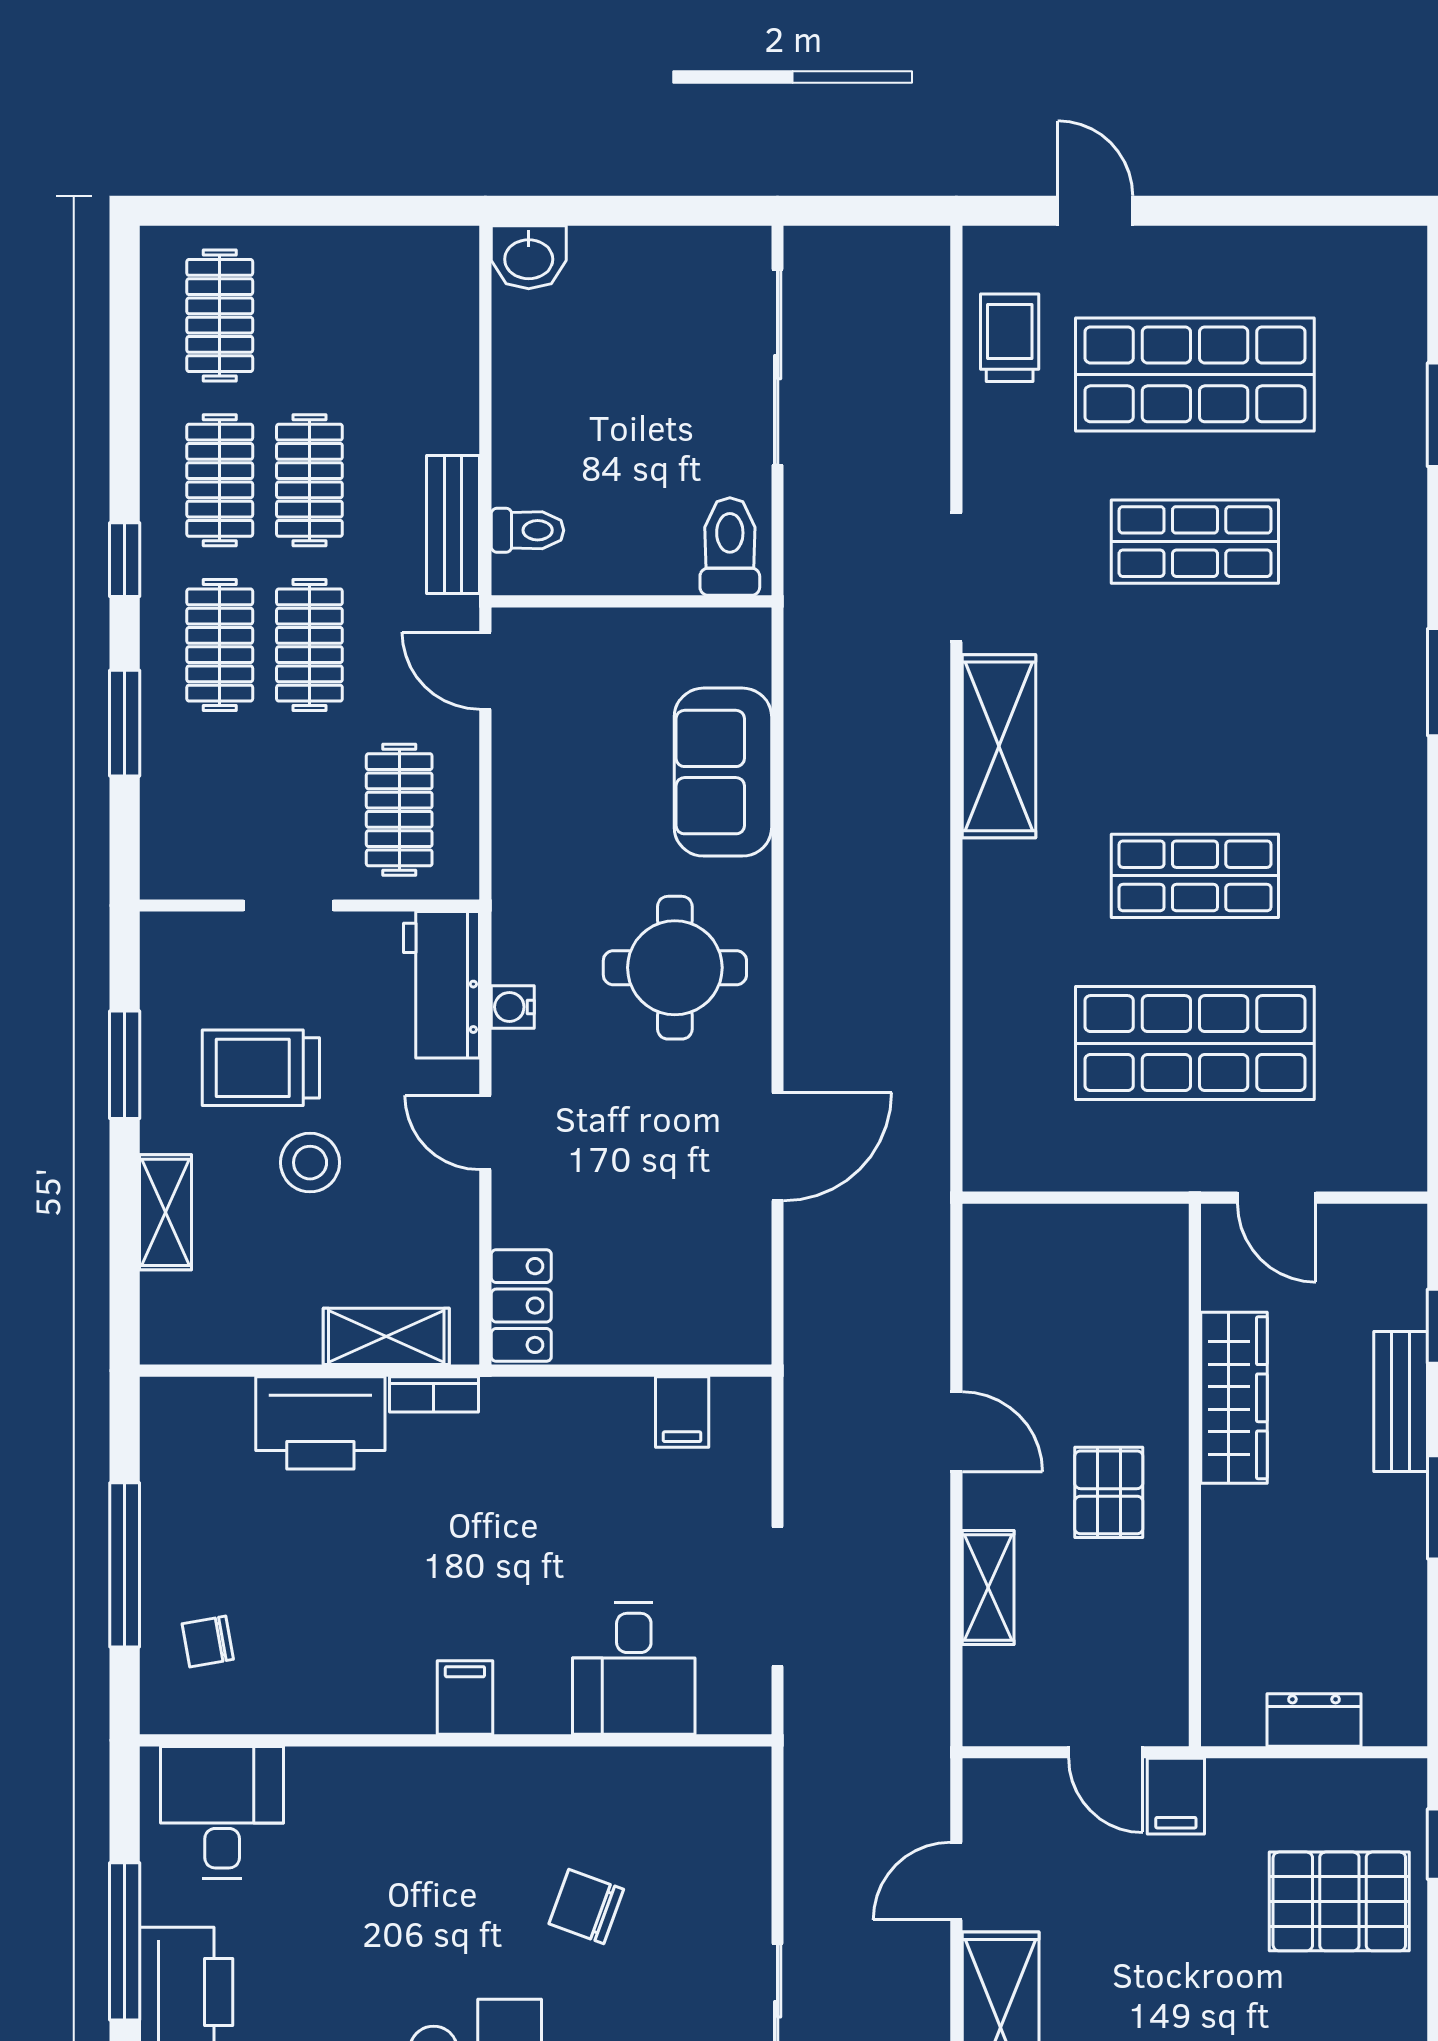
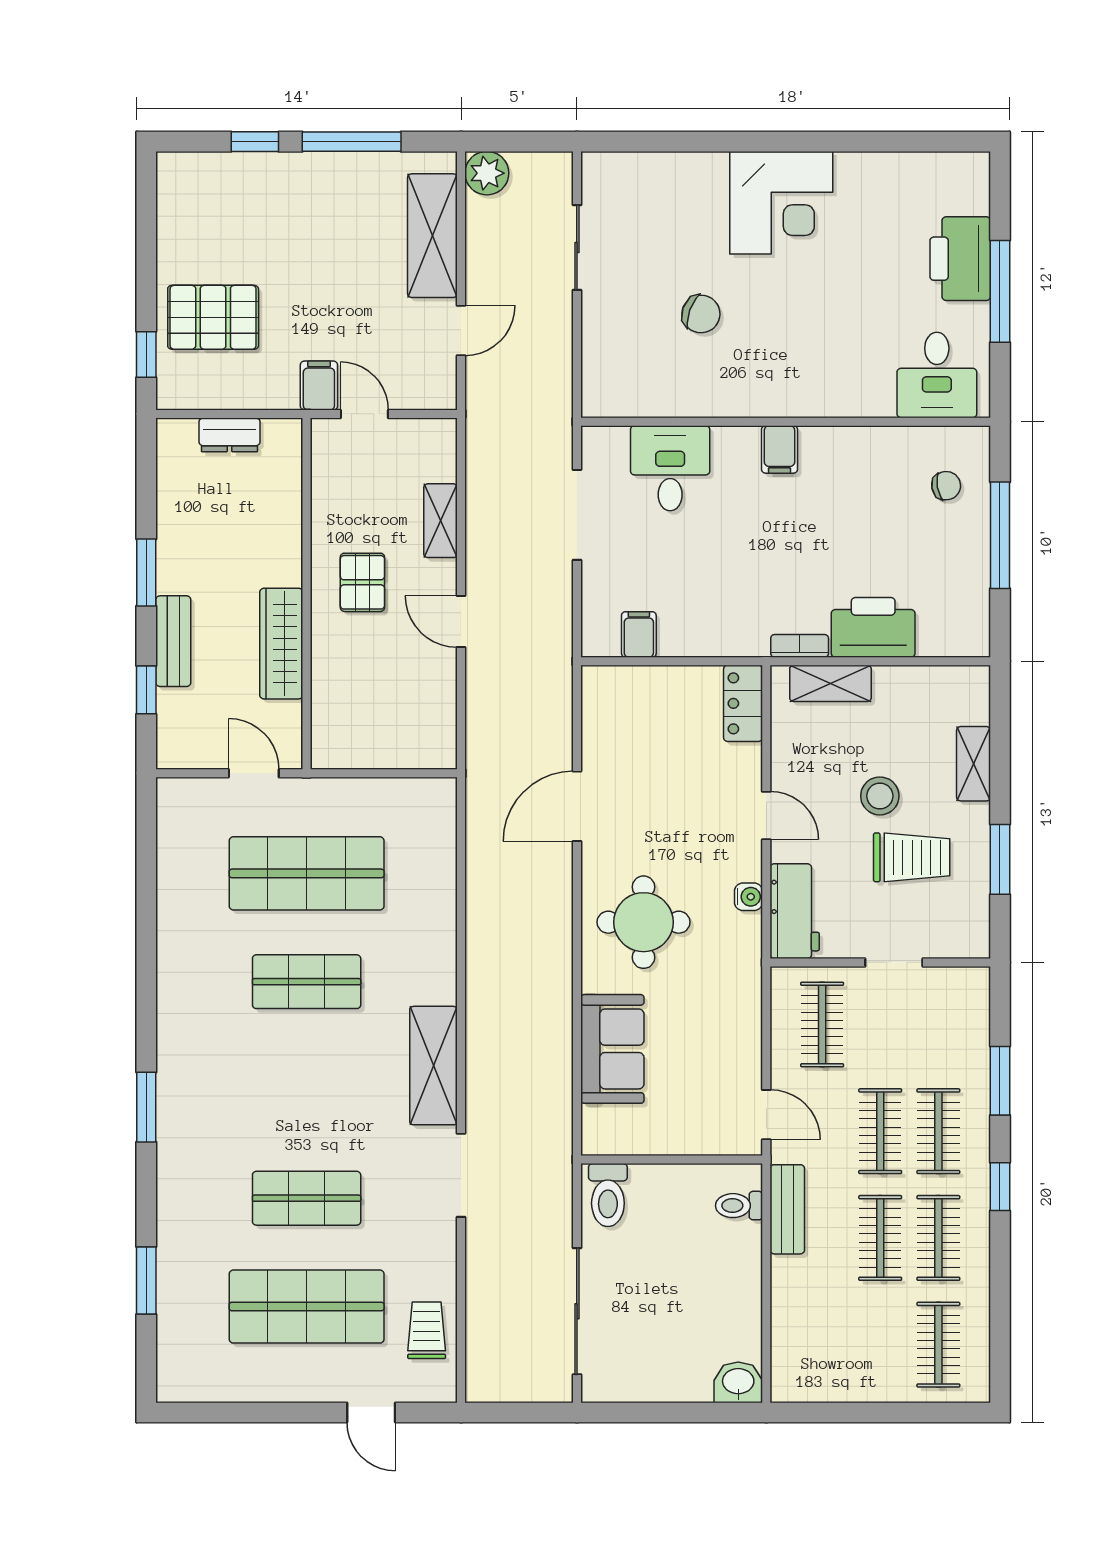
trolley: (1010, 338) -> (427, 1330), turned 180

